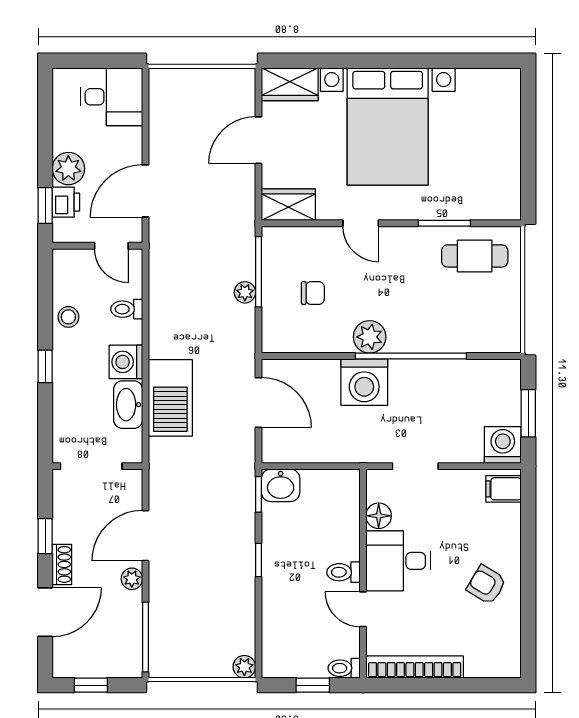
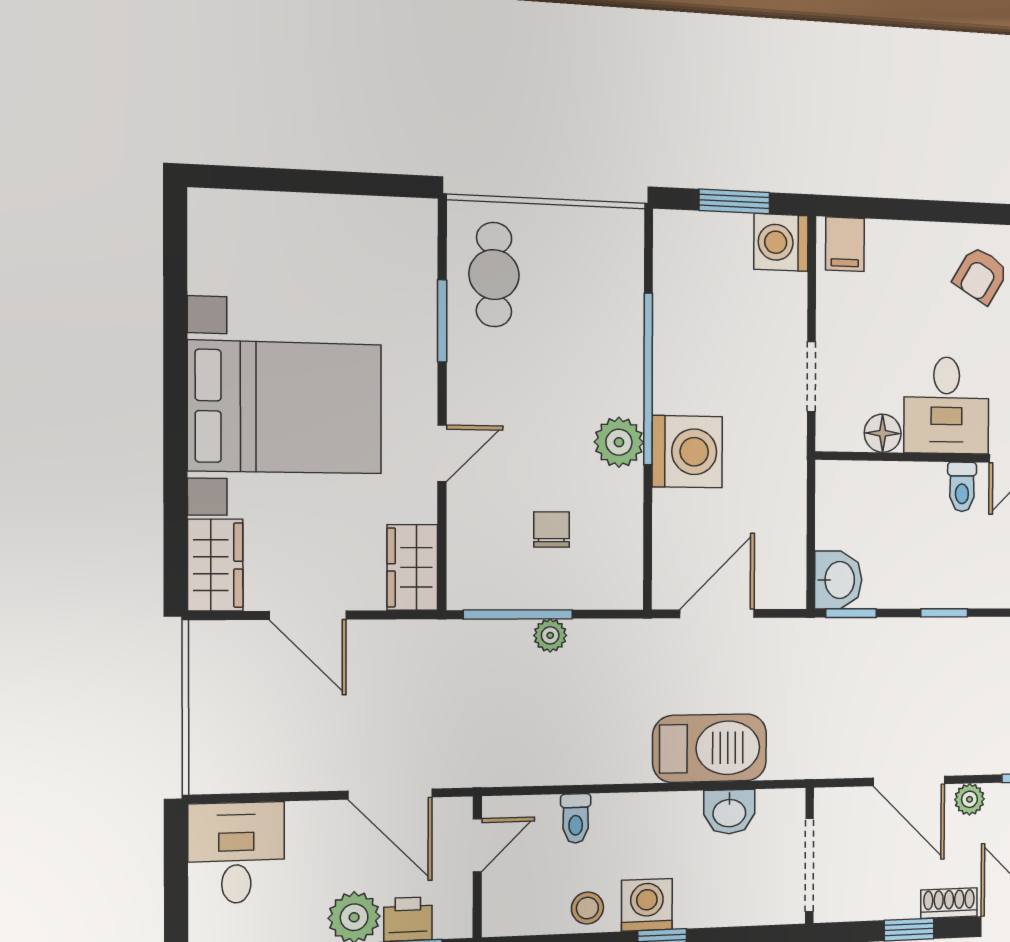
washing machine: (126, 362) -> (647, 905), moved, turned 180
washbasin: (128, 405) -> (729, 812), width x0.72

